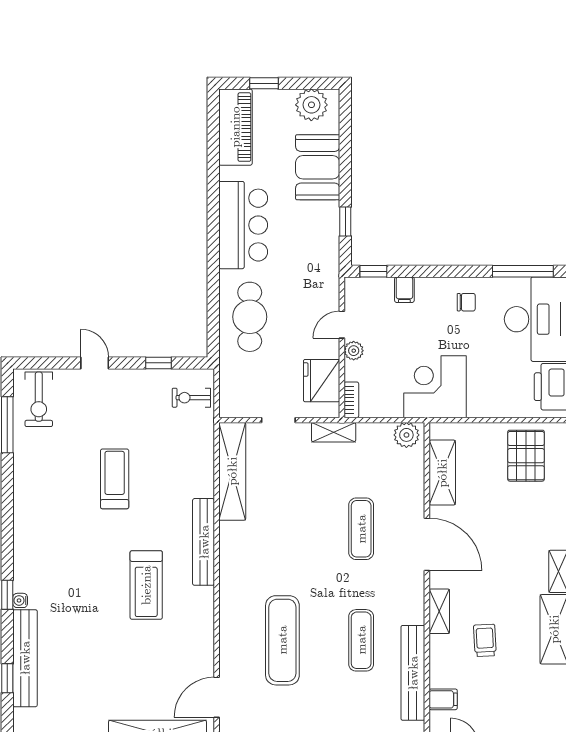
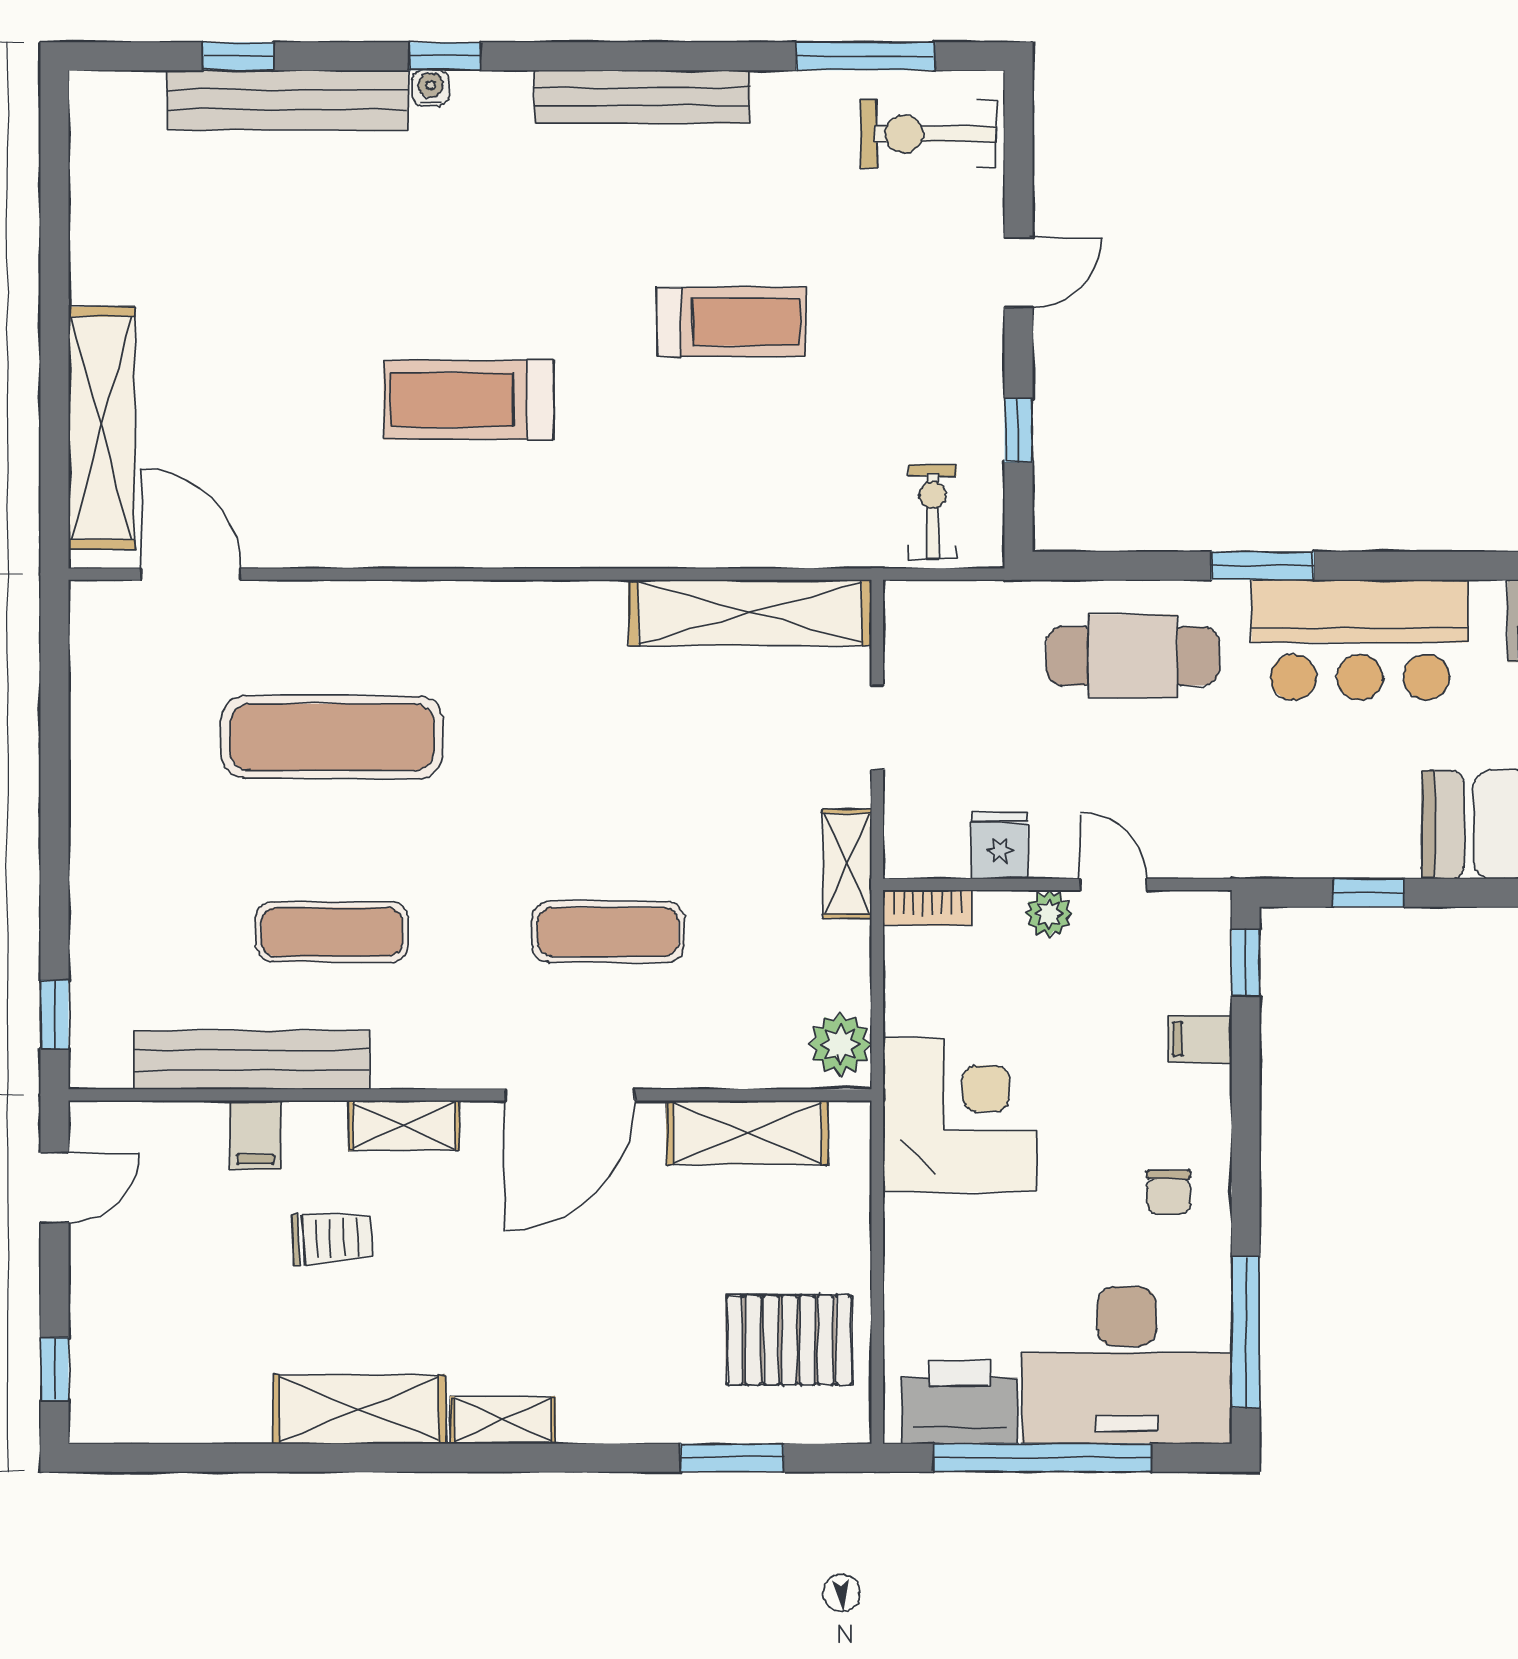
window: (213, 264) -> (1263, 566), added
fridge: (322, 381) -> (1000, 845), width x0.53, depth x0.75
bench: (204, 542) -> (642, 97), moved
filing cabinet: (443, 699) -> (255, 1135), moved

